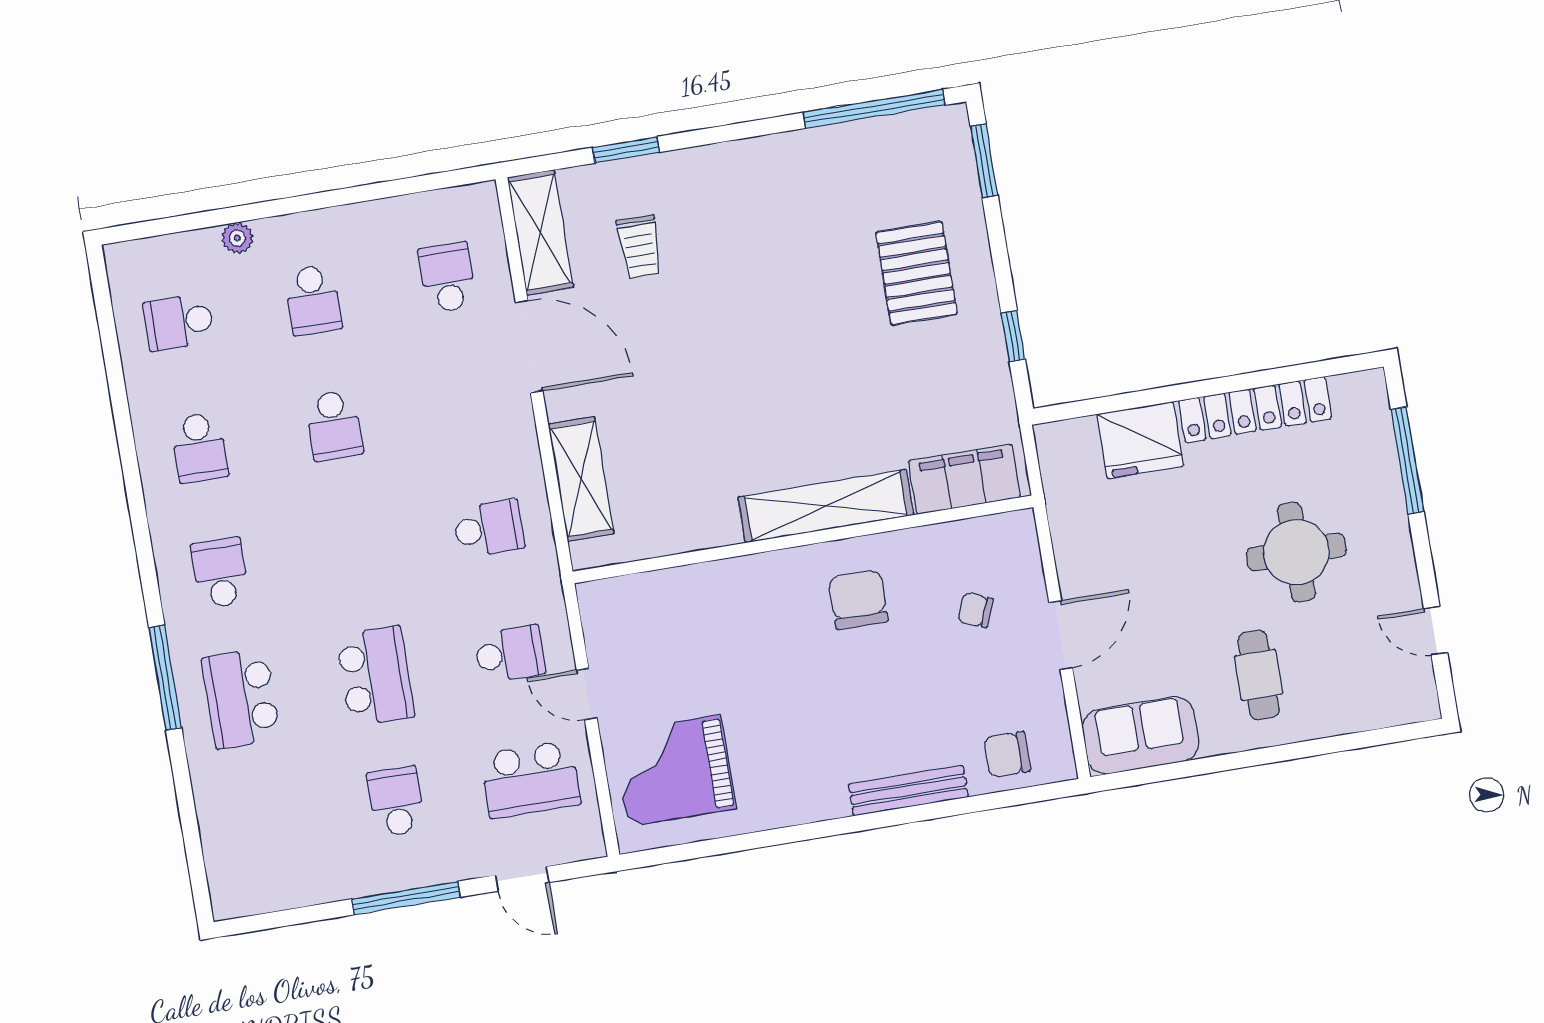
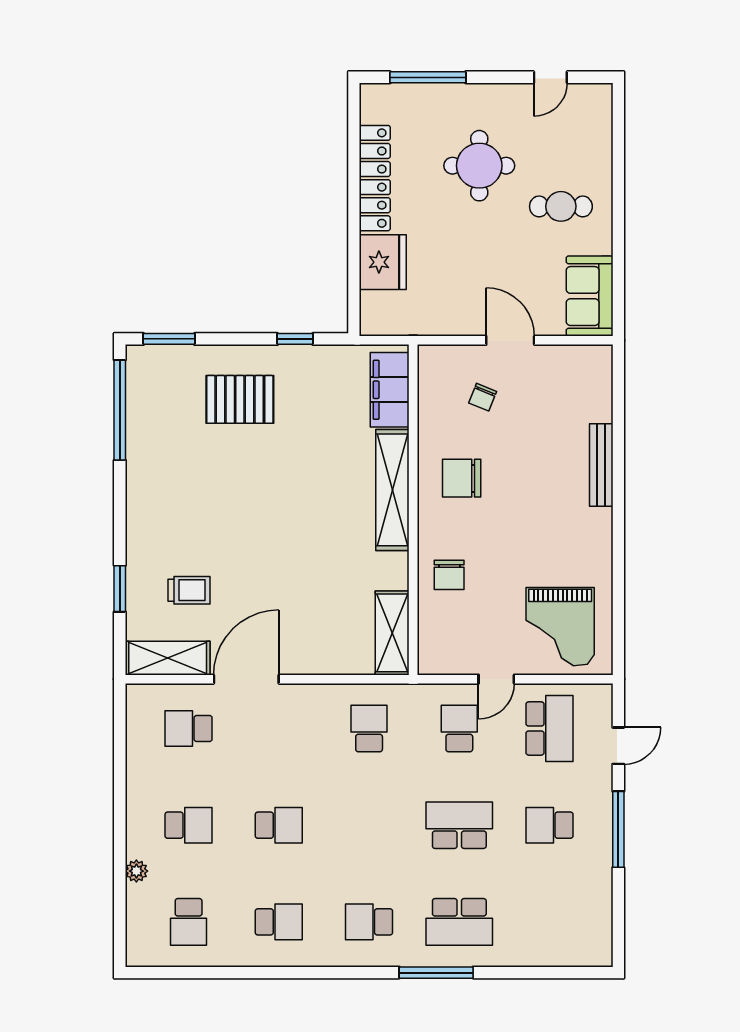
shelving: (581, 479) -> (392, 633), moved, turned 90
chair: (1007, 754) -> (449, 575), moved

